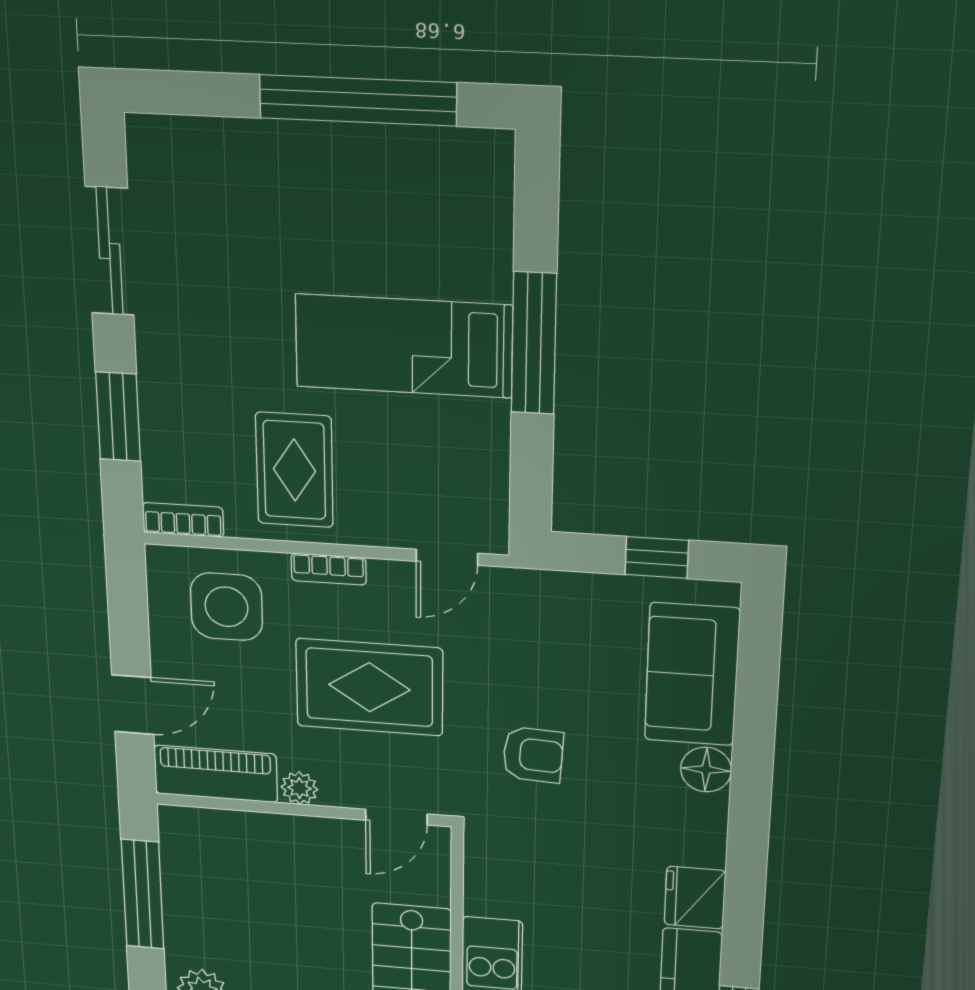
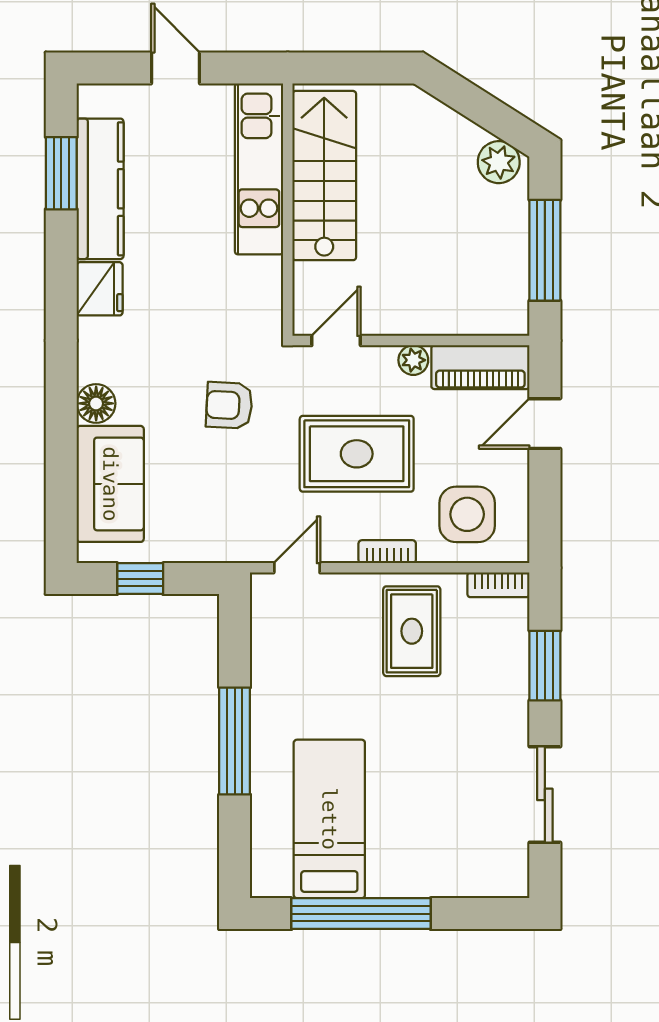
bed: (404, 346) -> (329, 819), moved, turned -90

